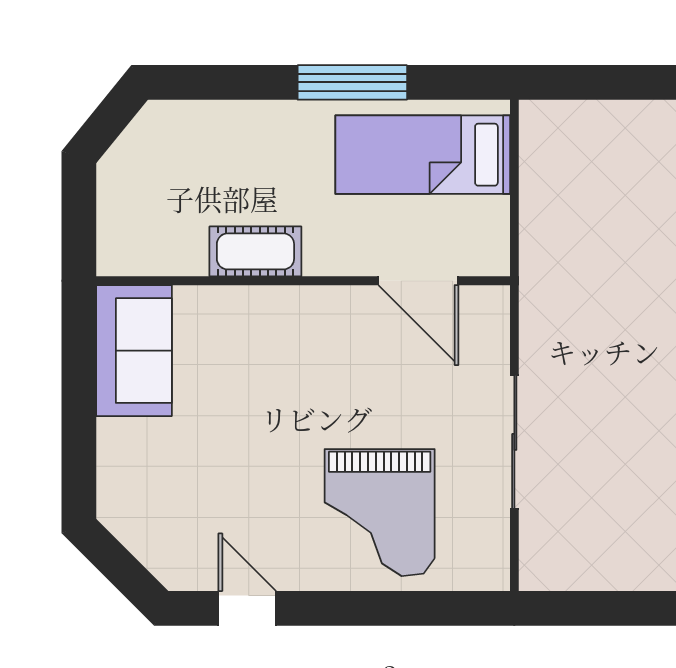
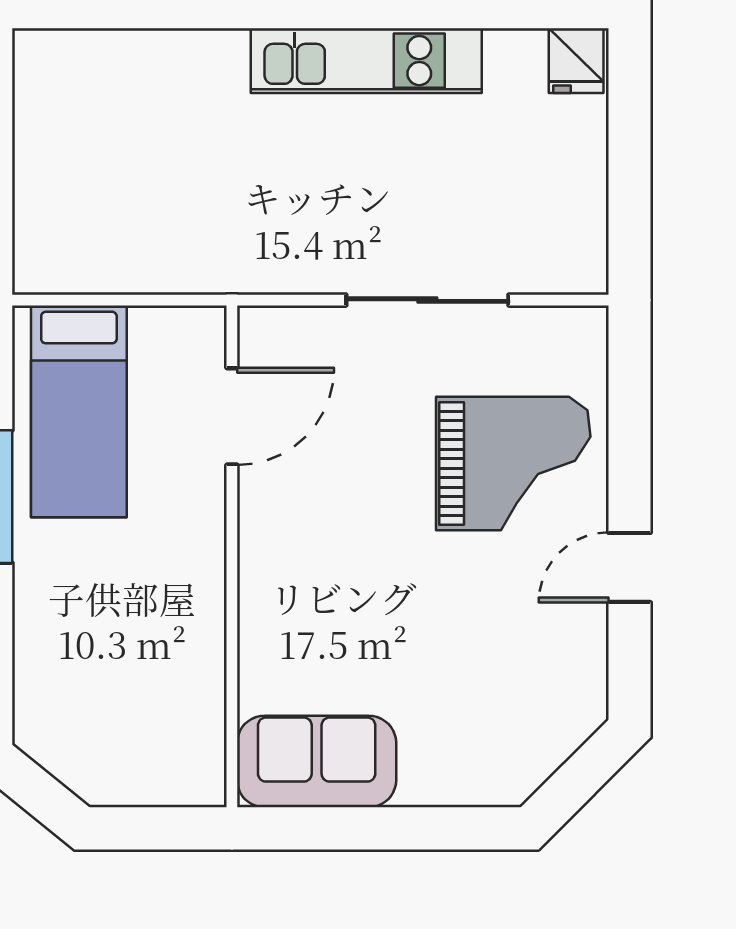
cot: (255, 251) -> (196, 614), removed
door: (247, 608) -> (629, 567), moved

